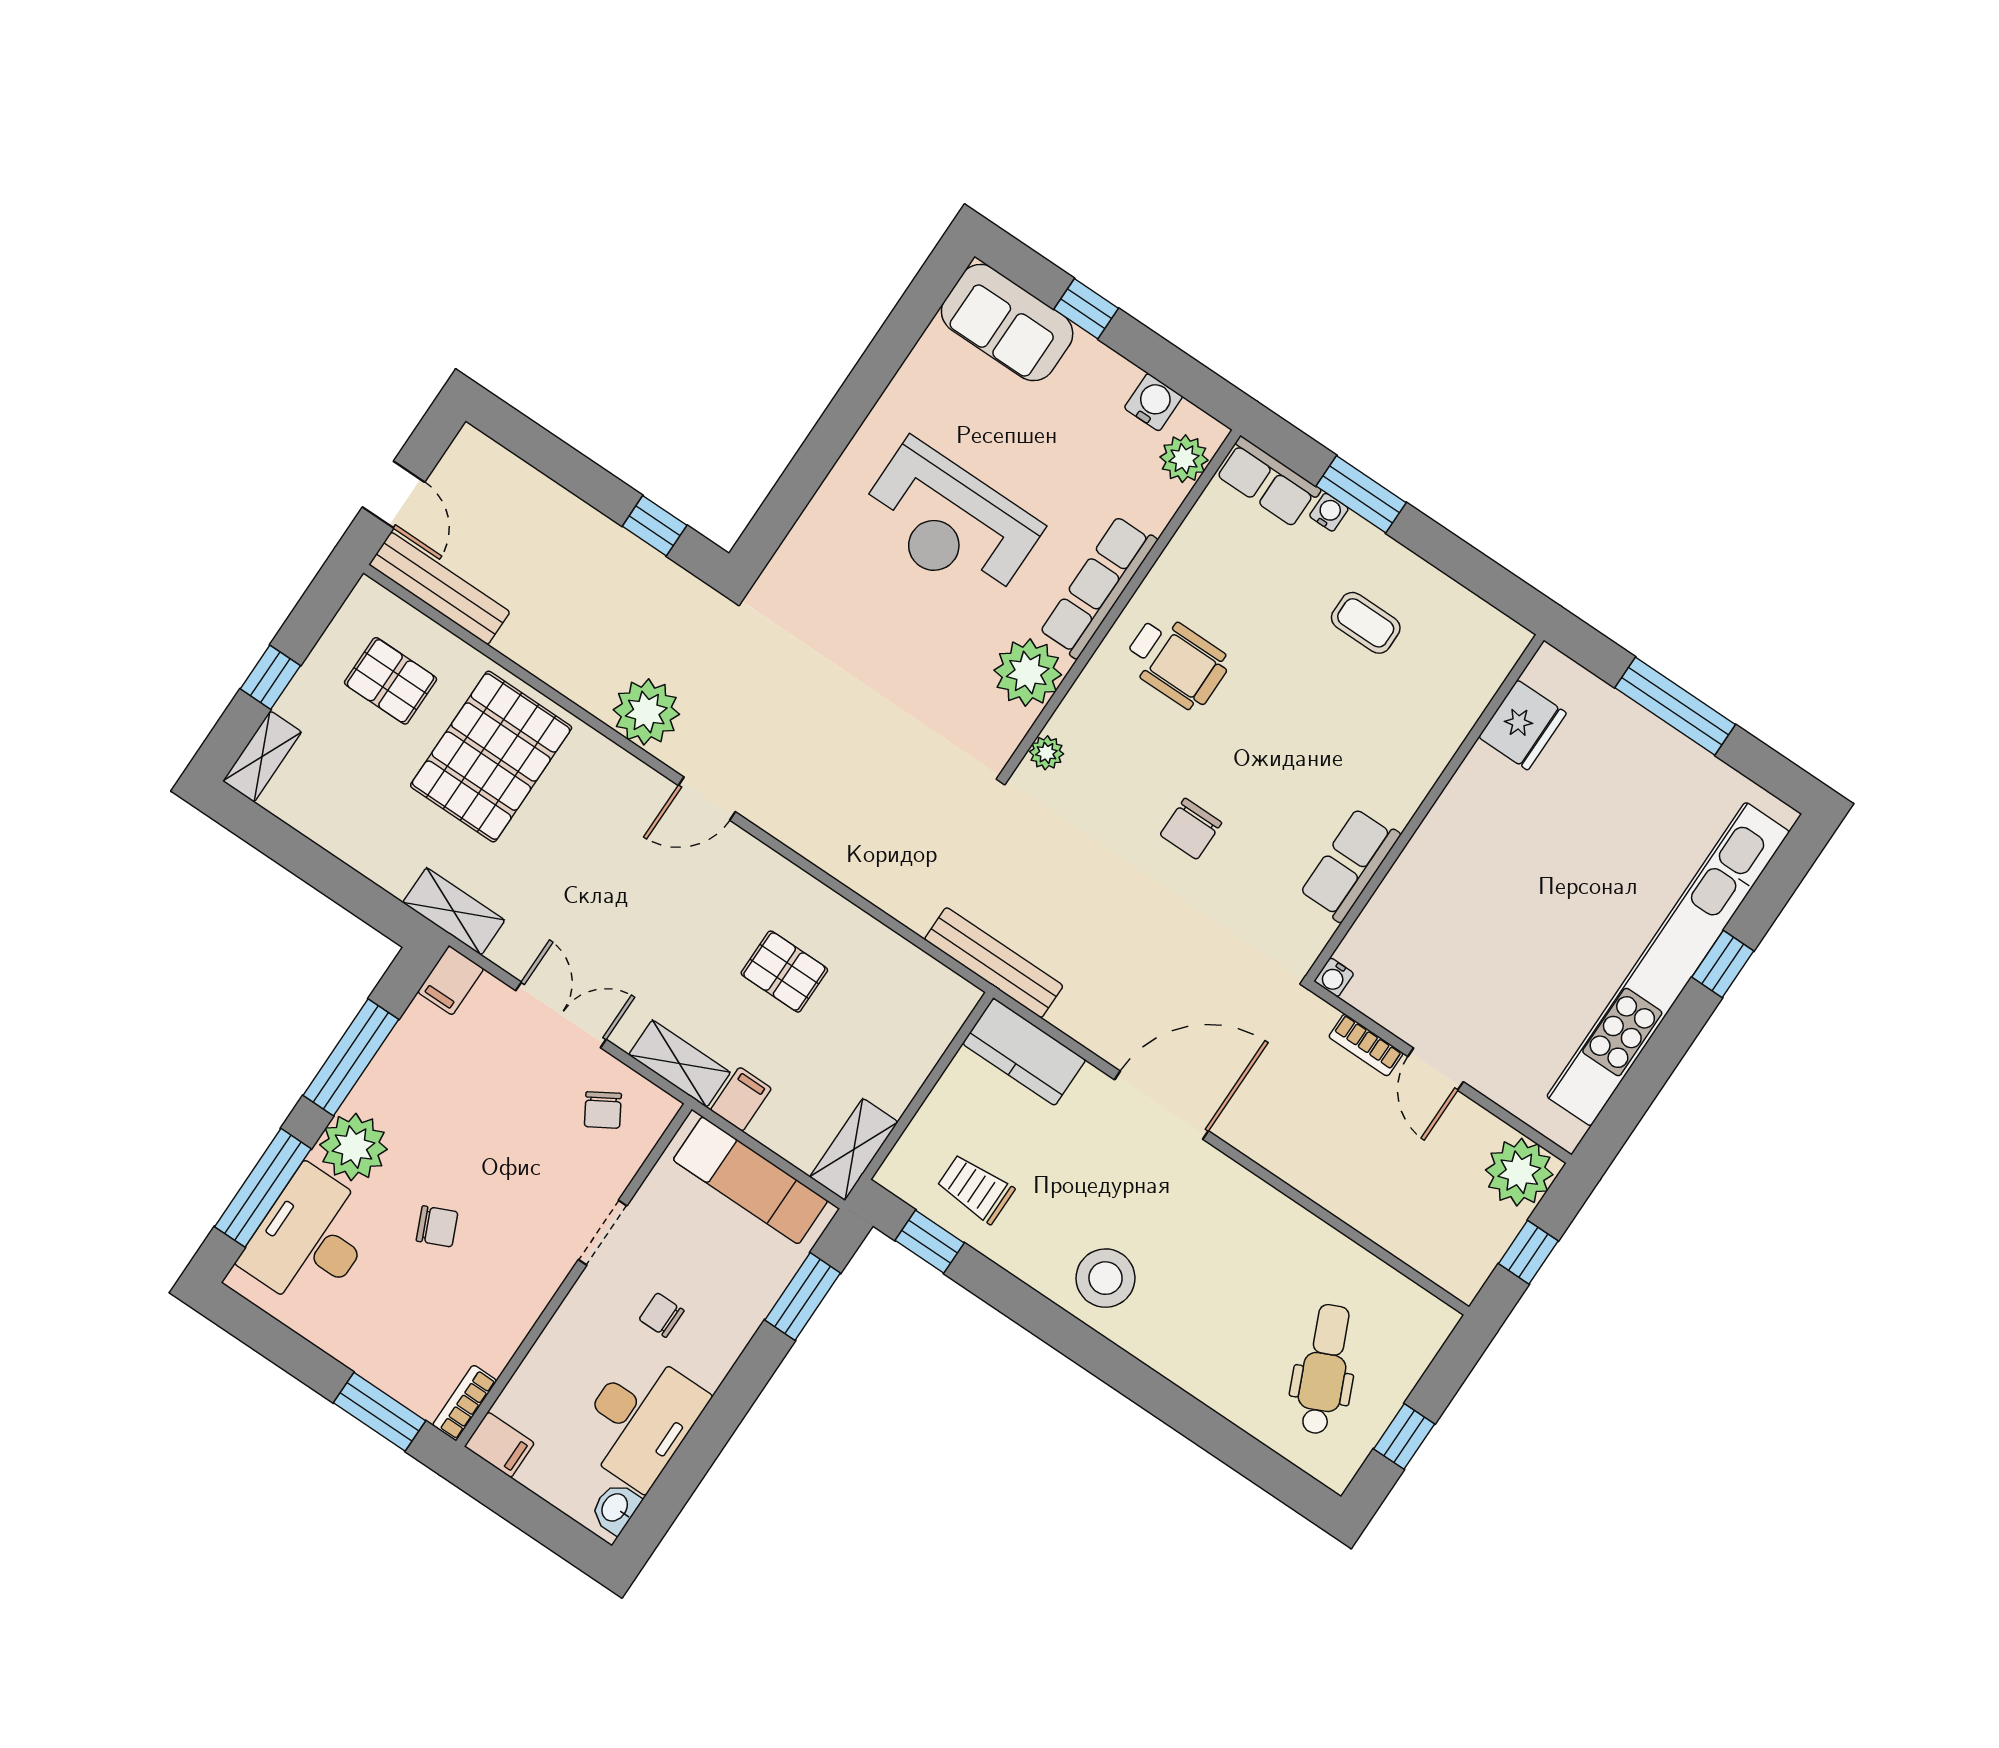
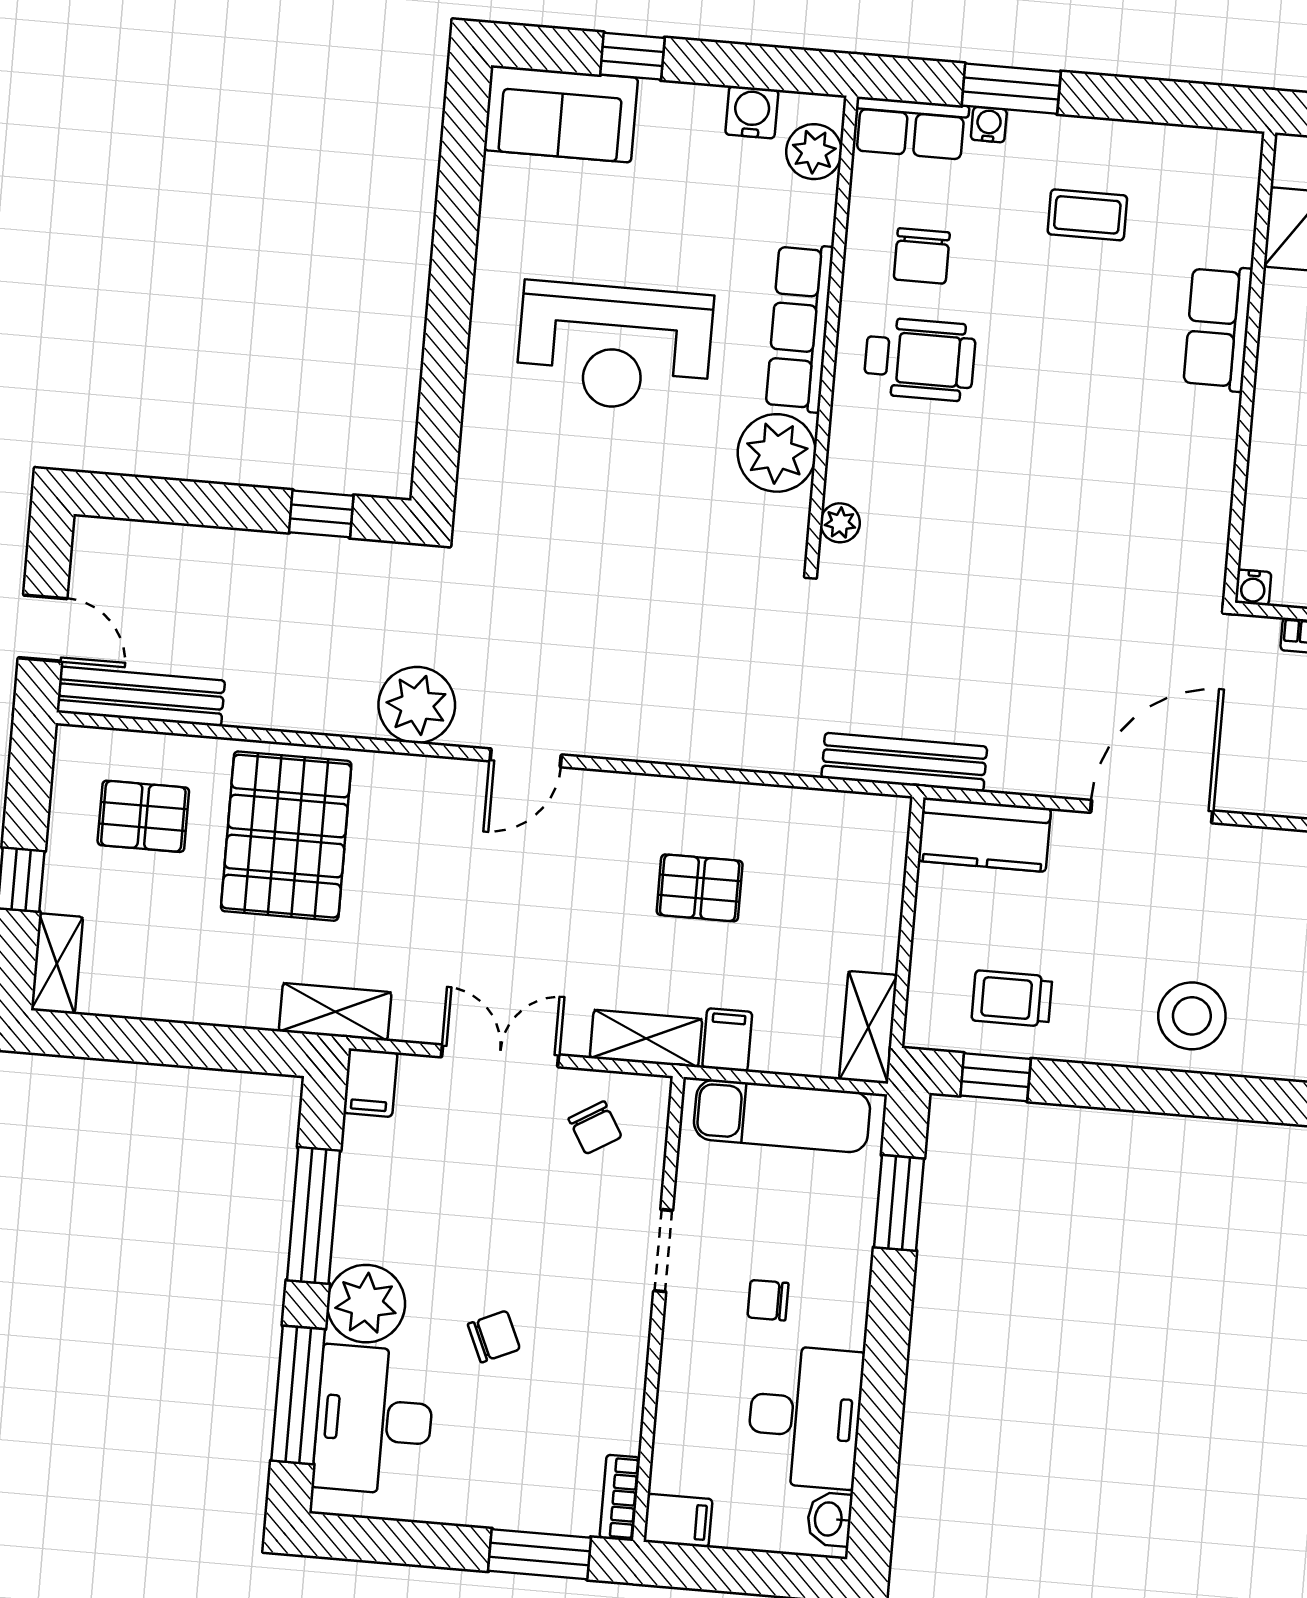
chair: (1191, 829) -> (922, 256), moved
row of seats: (1350, 865) -> (1218, 328), moved

